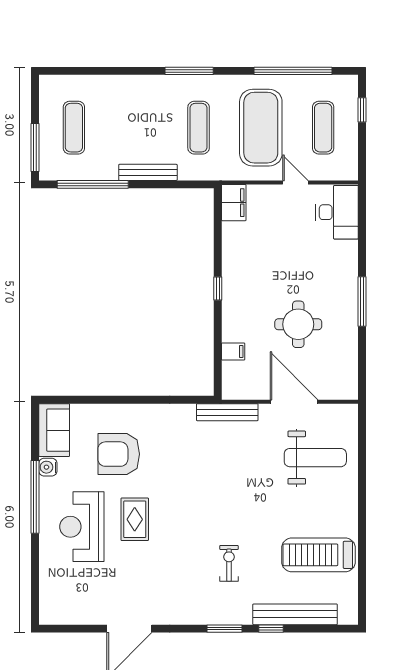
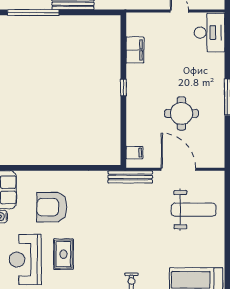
filing cabinet: (234, 203) -> (135, 50), moved
filing cabinet: (233, 352) -> (134, 153), moved

